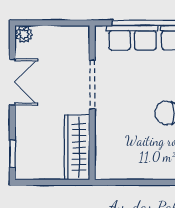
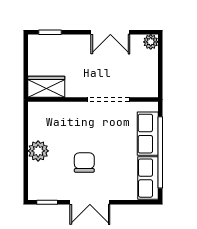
wardrobe: (77, 147) -> (46, 87), width x0.67
plant: (153, 168) -> (38, 151), added

